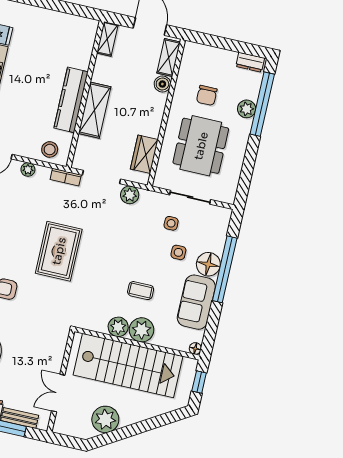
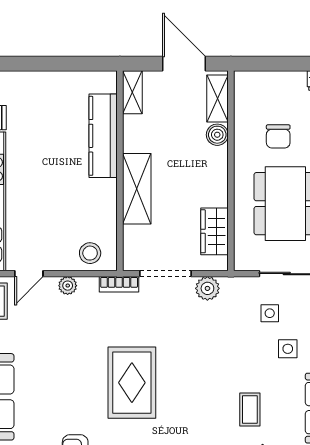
kitchen counter: (71, 100) -> (103, 136), moved
coffee table: (141, 291) -> (250, 410), turned 90

